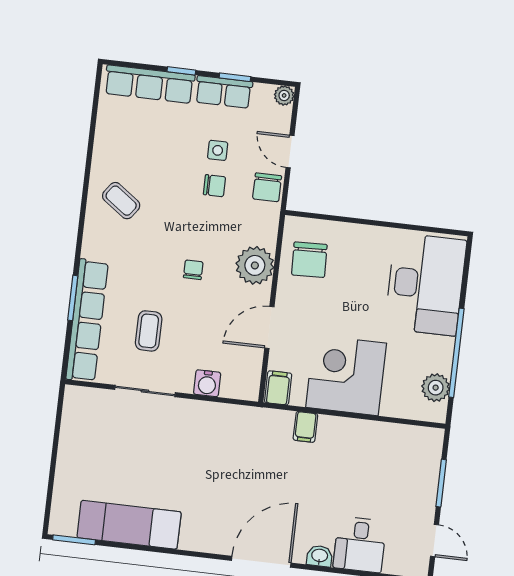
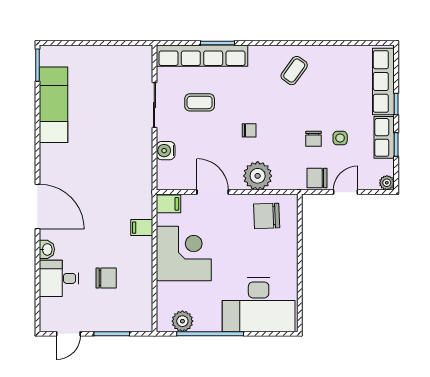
chair: (367, 482) -> (106, 278), added

